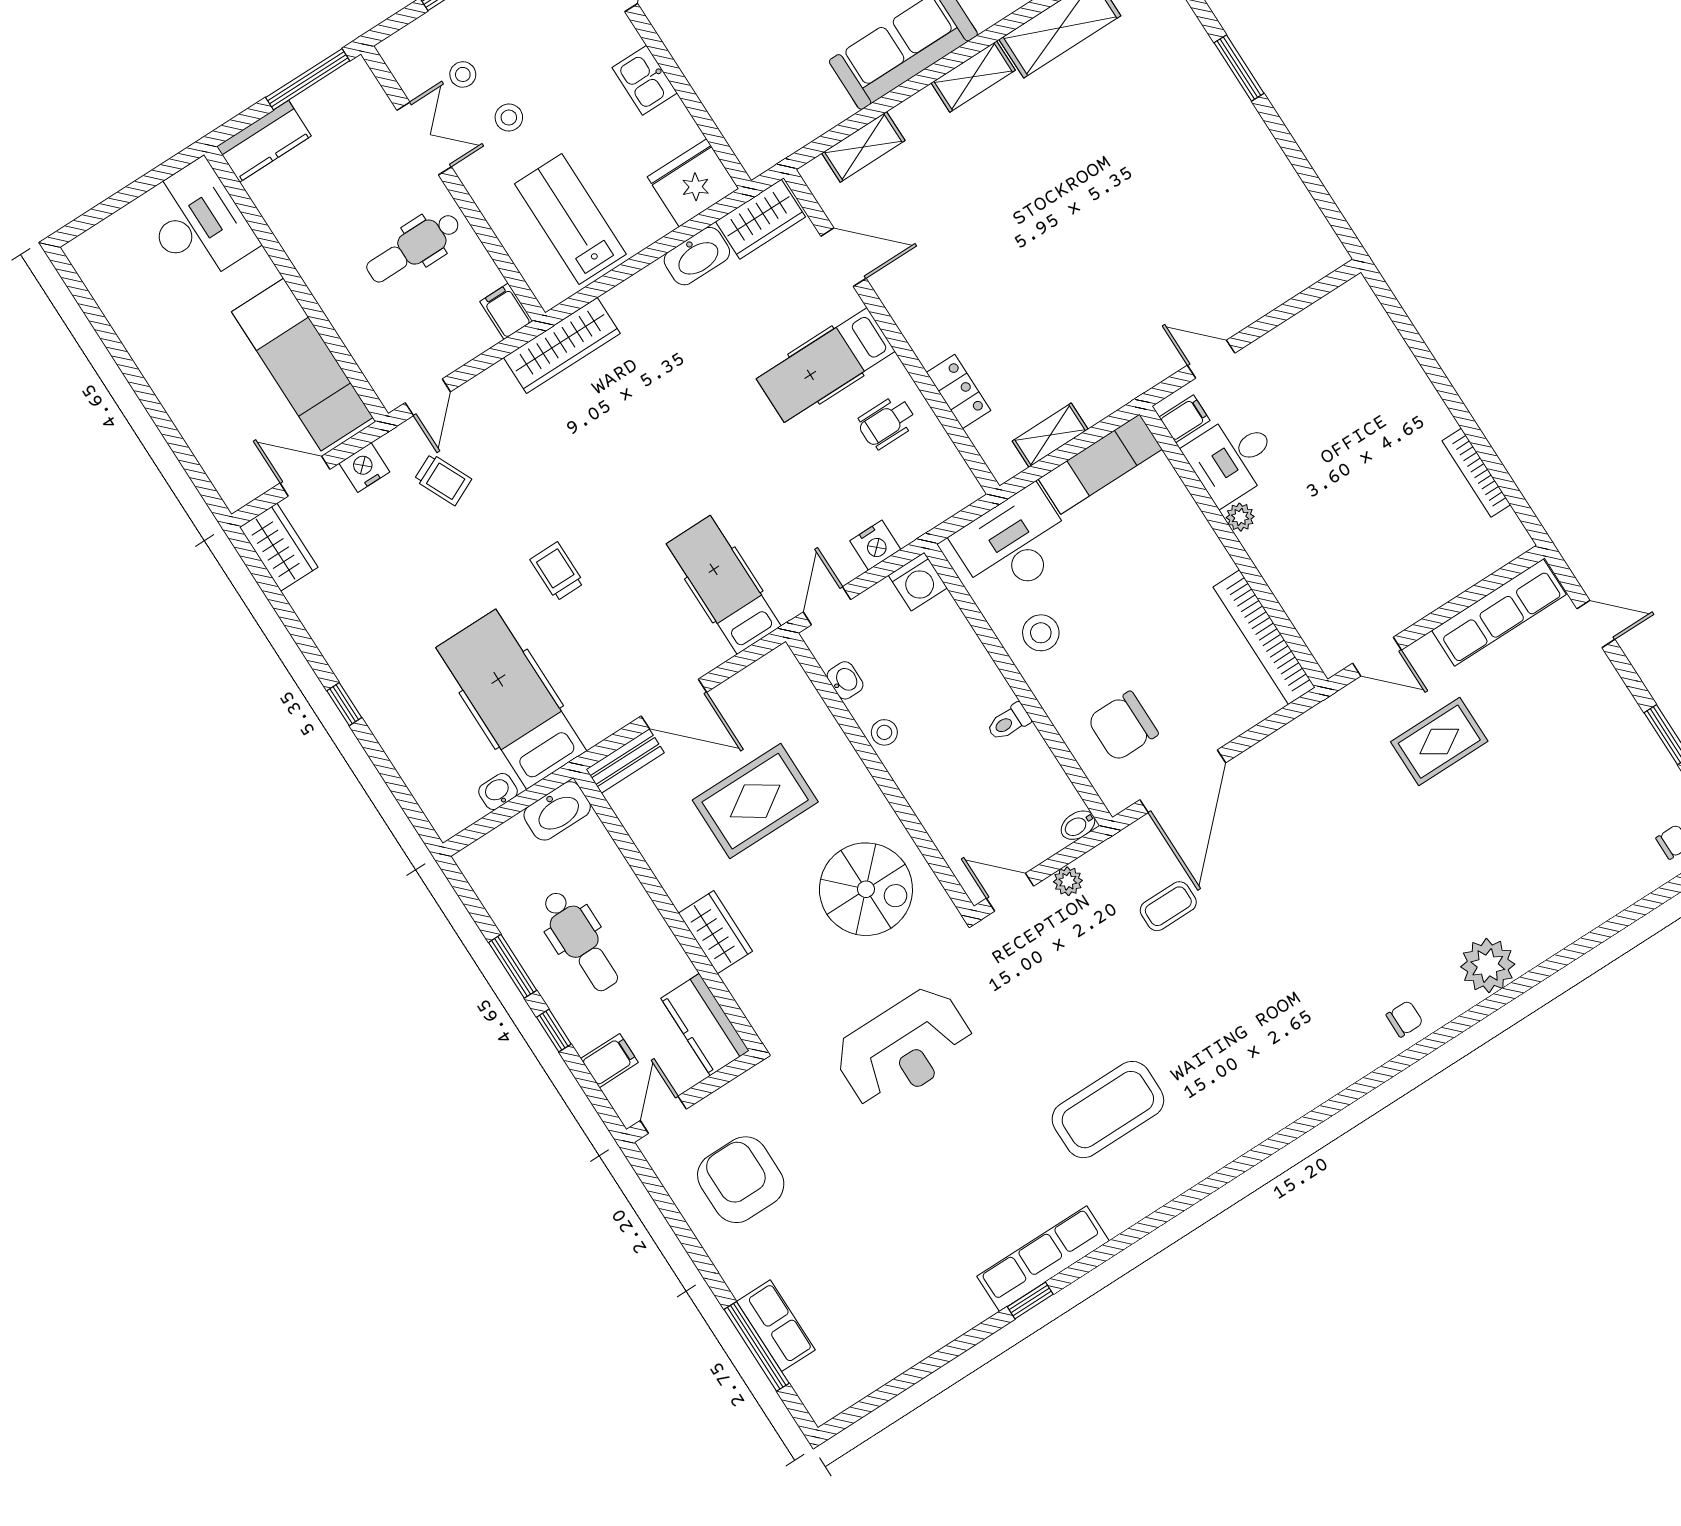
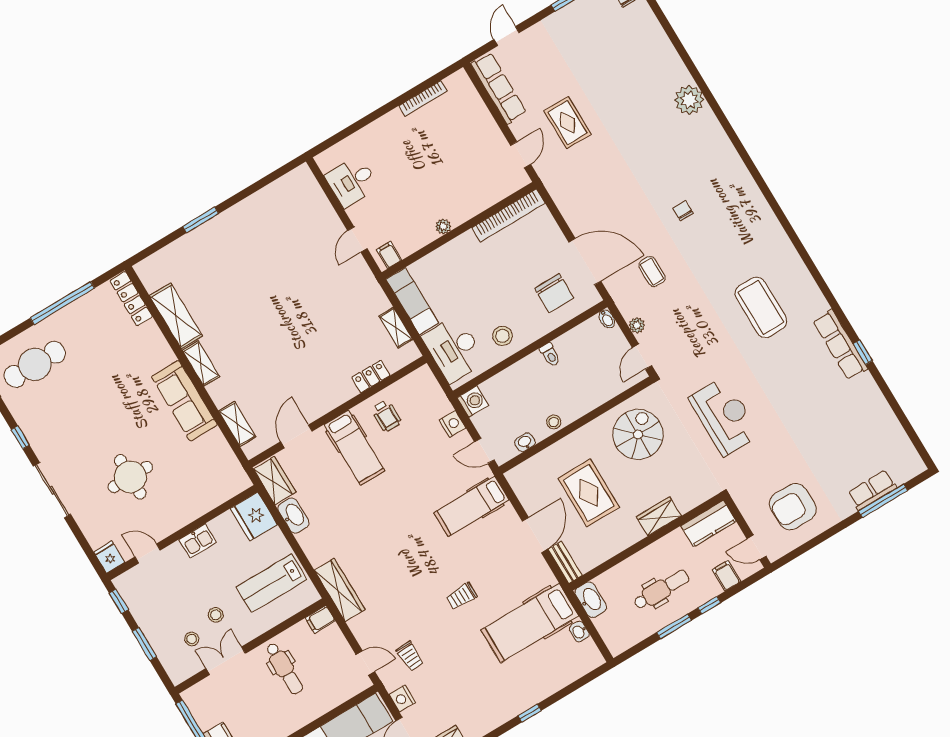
desk: (1232, 458) -> (352, 181), moved, turned 90
trolley: (443, 479) -> (410, 656), turned 112
chair: (1405, 1019) -> (683, 211), moved

